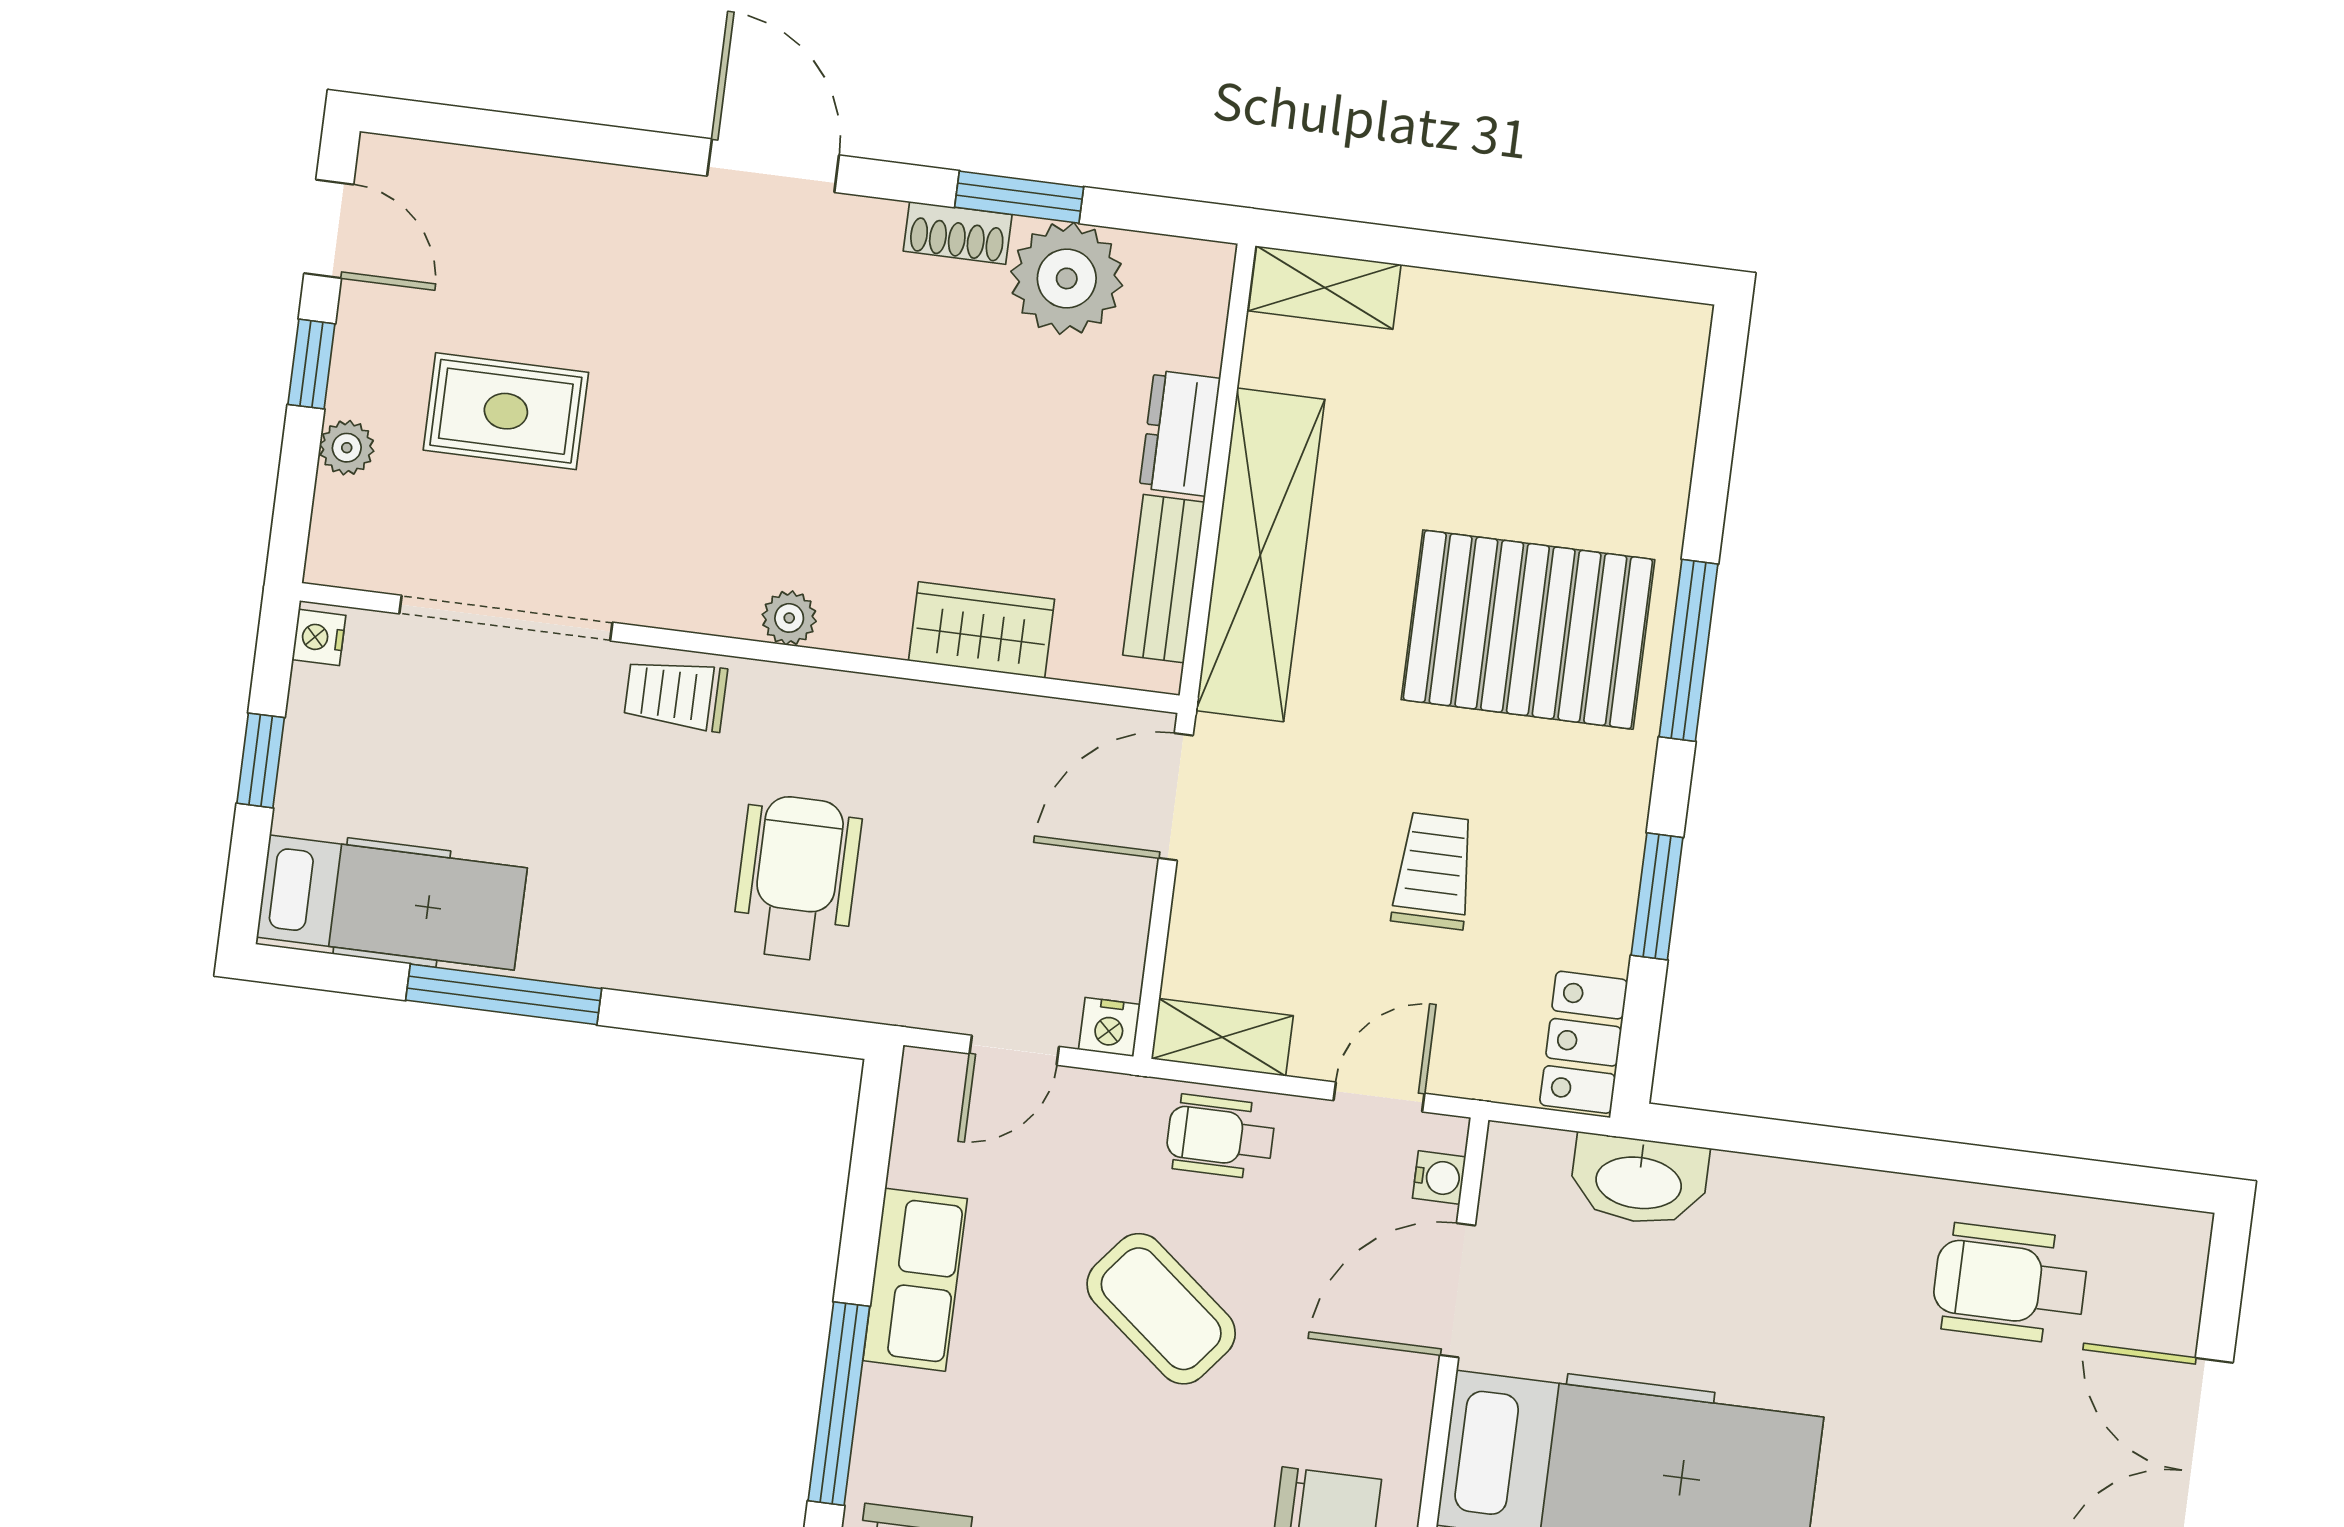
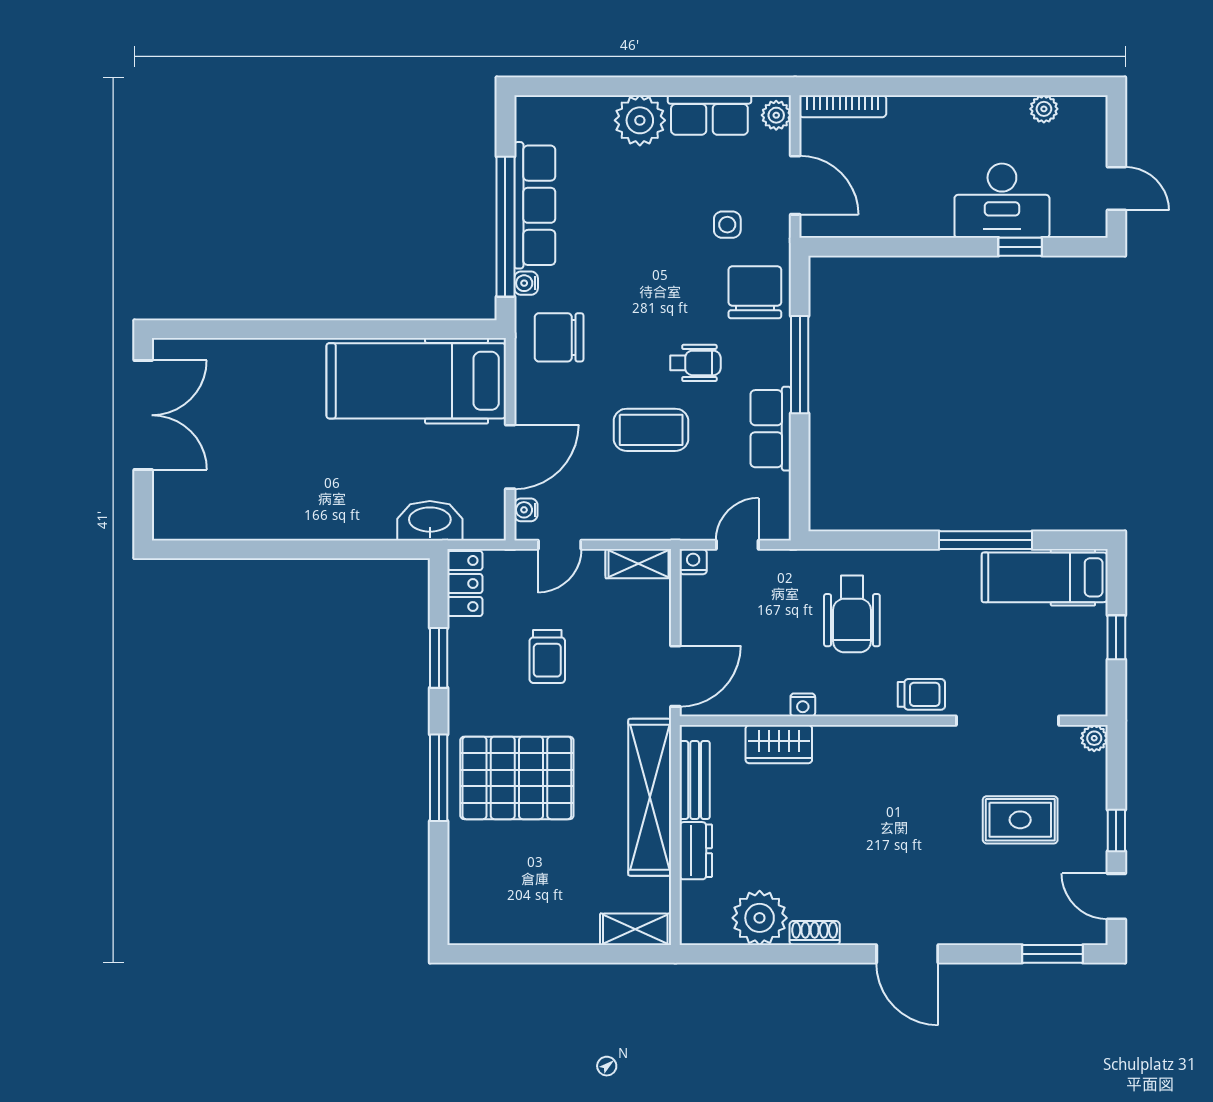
window: (1019, 197) -> (1052, 954), moved
plant: (347, 448) -> (1094, 738), moved
plant: (789, 618) -> (872, 738), removed
nightstand: (319, 637) -> (803, 705), moved, turned 90
wheelchair: (1220, 1137) -> (695, 363), moved
wheelchair: (2010, 1284) -> (246, 494), removed
coffee table: (1161, 1309) -> (651, 430), turned -39

